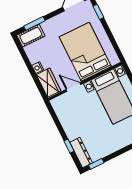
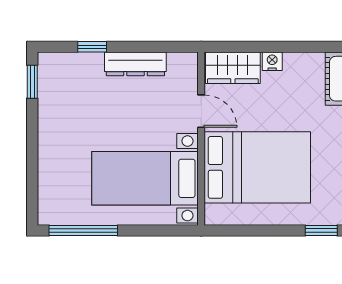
door: (73, 87) -> (201, 111), hinge flipped
dresser: (81, 153) -> (135, 64), moved

